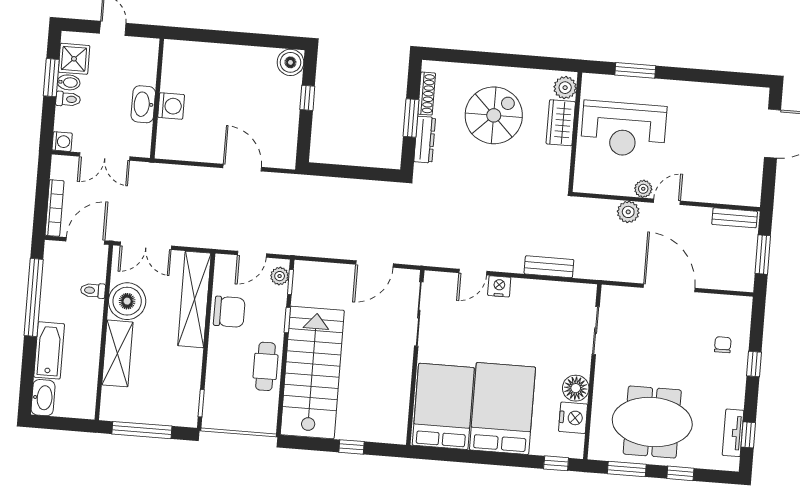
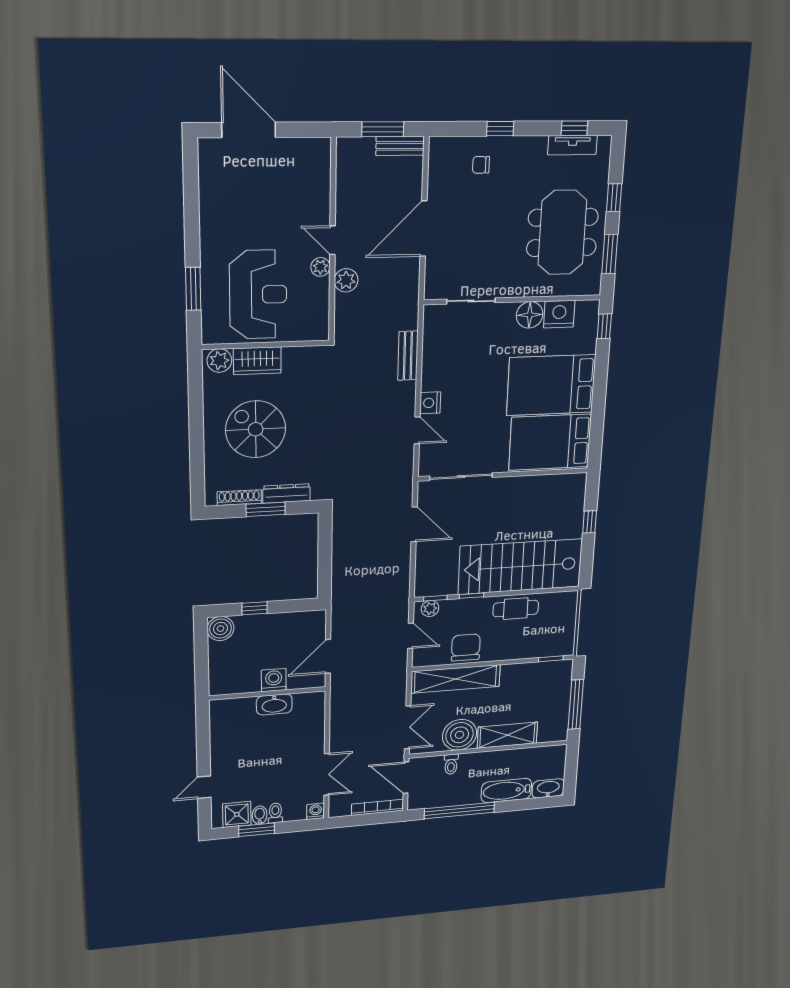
wall: (157, 98) -> (267, 693), moved
washbasin: (143, 104) -> (274, 704), moved
washing machine: (171, 106) -> (274, 680), moved
bench: (735, 218) -> (400, 146), moved, turned 90

